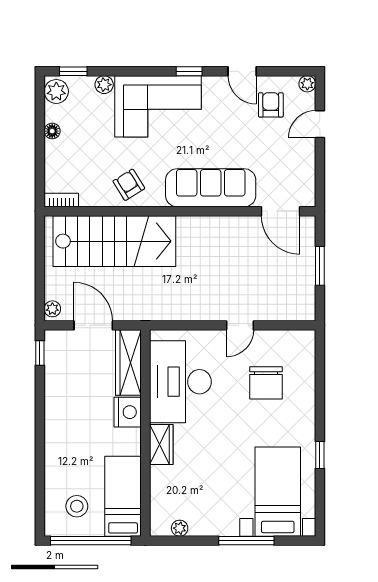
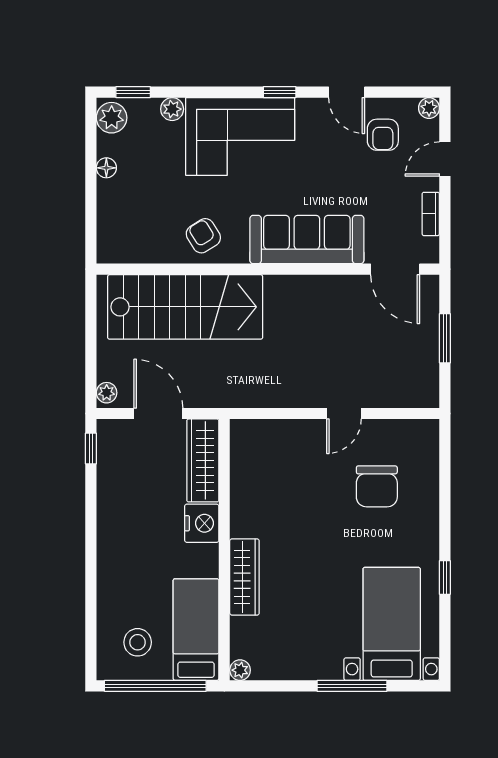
armchair: (271, 105) -> (383, 135), turned 180
bookcase: (61, 200) -> (431, 214), moved, turned -90
desk: (180, 382) -> (269, 485), removed
wardrobe: (161, 445) -> (244, 577), width x1.50
plant: (180, 528) -> (240, 670), moved

